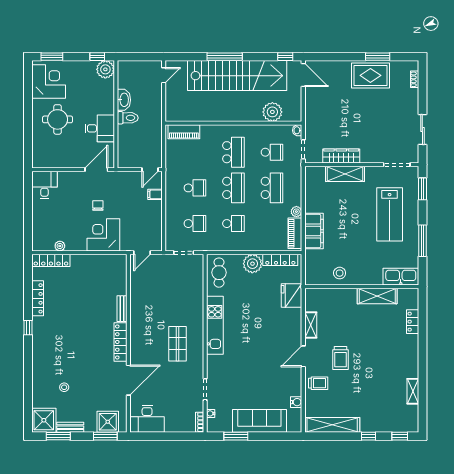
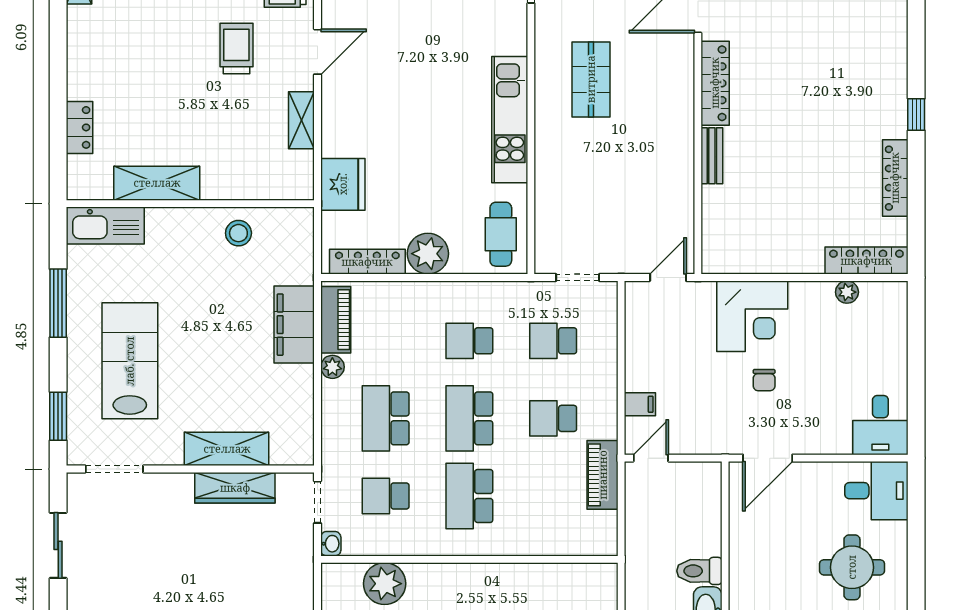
desk: (100, 128) -> (876, 491), moved, turned 180
piano: (184, 132) -> (603, 475), moved, turned -90

